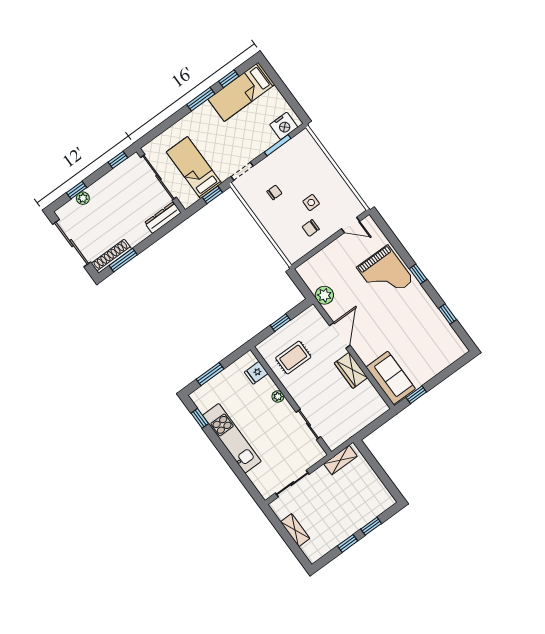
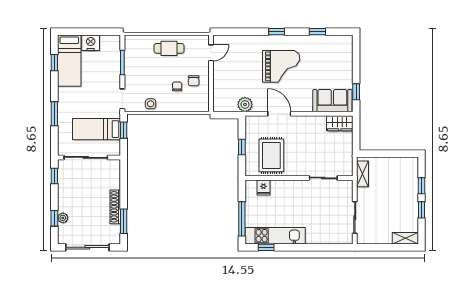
window: (201, 99) -> (54, 114), moved
nightstand: (284, 126) -> (91, 43), moved, turned -90
cafe table: (325, 181) -> (169, 48), added
chair: (274, 192) -> (177, 86), moved
side table: (311, 203) -> (151, 104), moved
dresser: (163, 218) -> (115, 174), removed
shoe rack: (111, 256) -> (115, 207), moved
grand piano: (385, 274) -> (281, 66), moved
rug: (293, 357) -> (271, 155), width x1.36, depth x1.43
wardrobe: (351, 370) -> (340, 123), moved
window: (210, 374) -> (242, 219), width x1.44
plant: (278, 396) -> (290, 185), removed
kitchen unit: (232, 438) -> (275, 236), moved
shelving: (295, 530) -> (405, 238), moved

